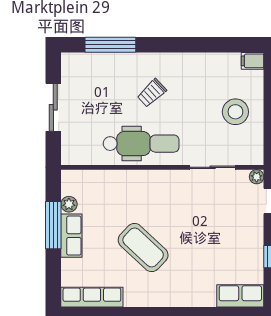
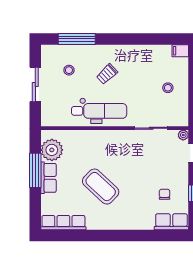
stool: (100, 88) -> (69, 70), added
stool: (235, 112) -> (168, 88), width x0.53, depth x0.53
plant: (69, 204) -> (52, 150), width x1.87, depth x1.87
chair: (231, 258) -> (165, 194), added

